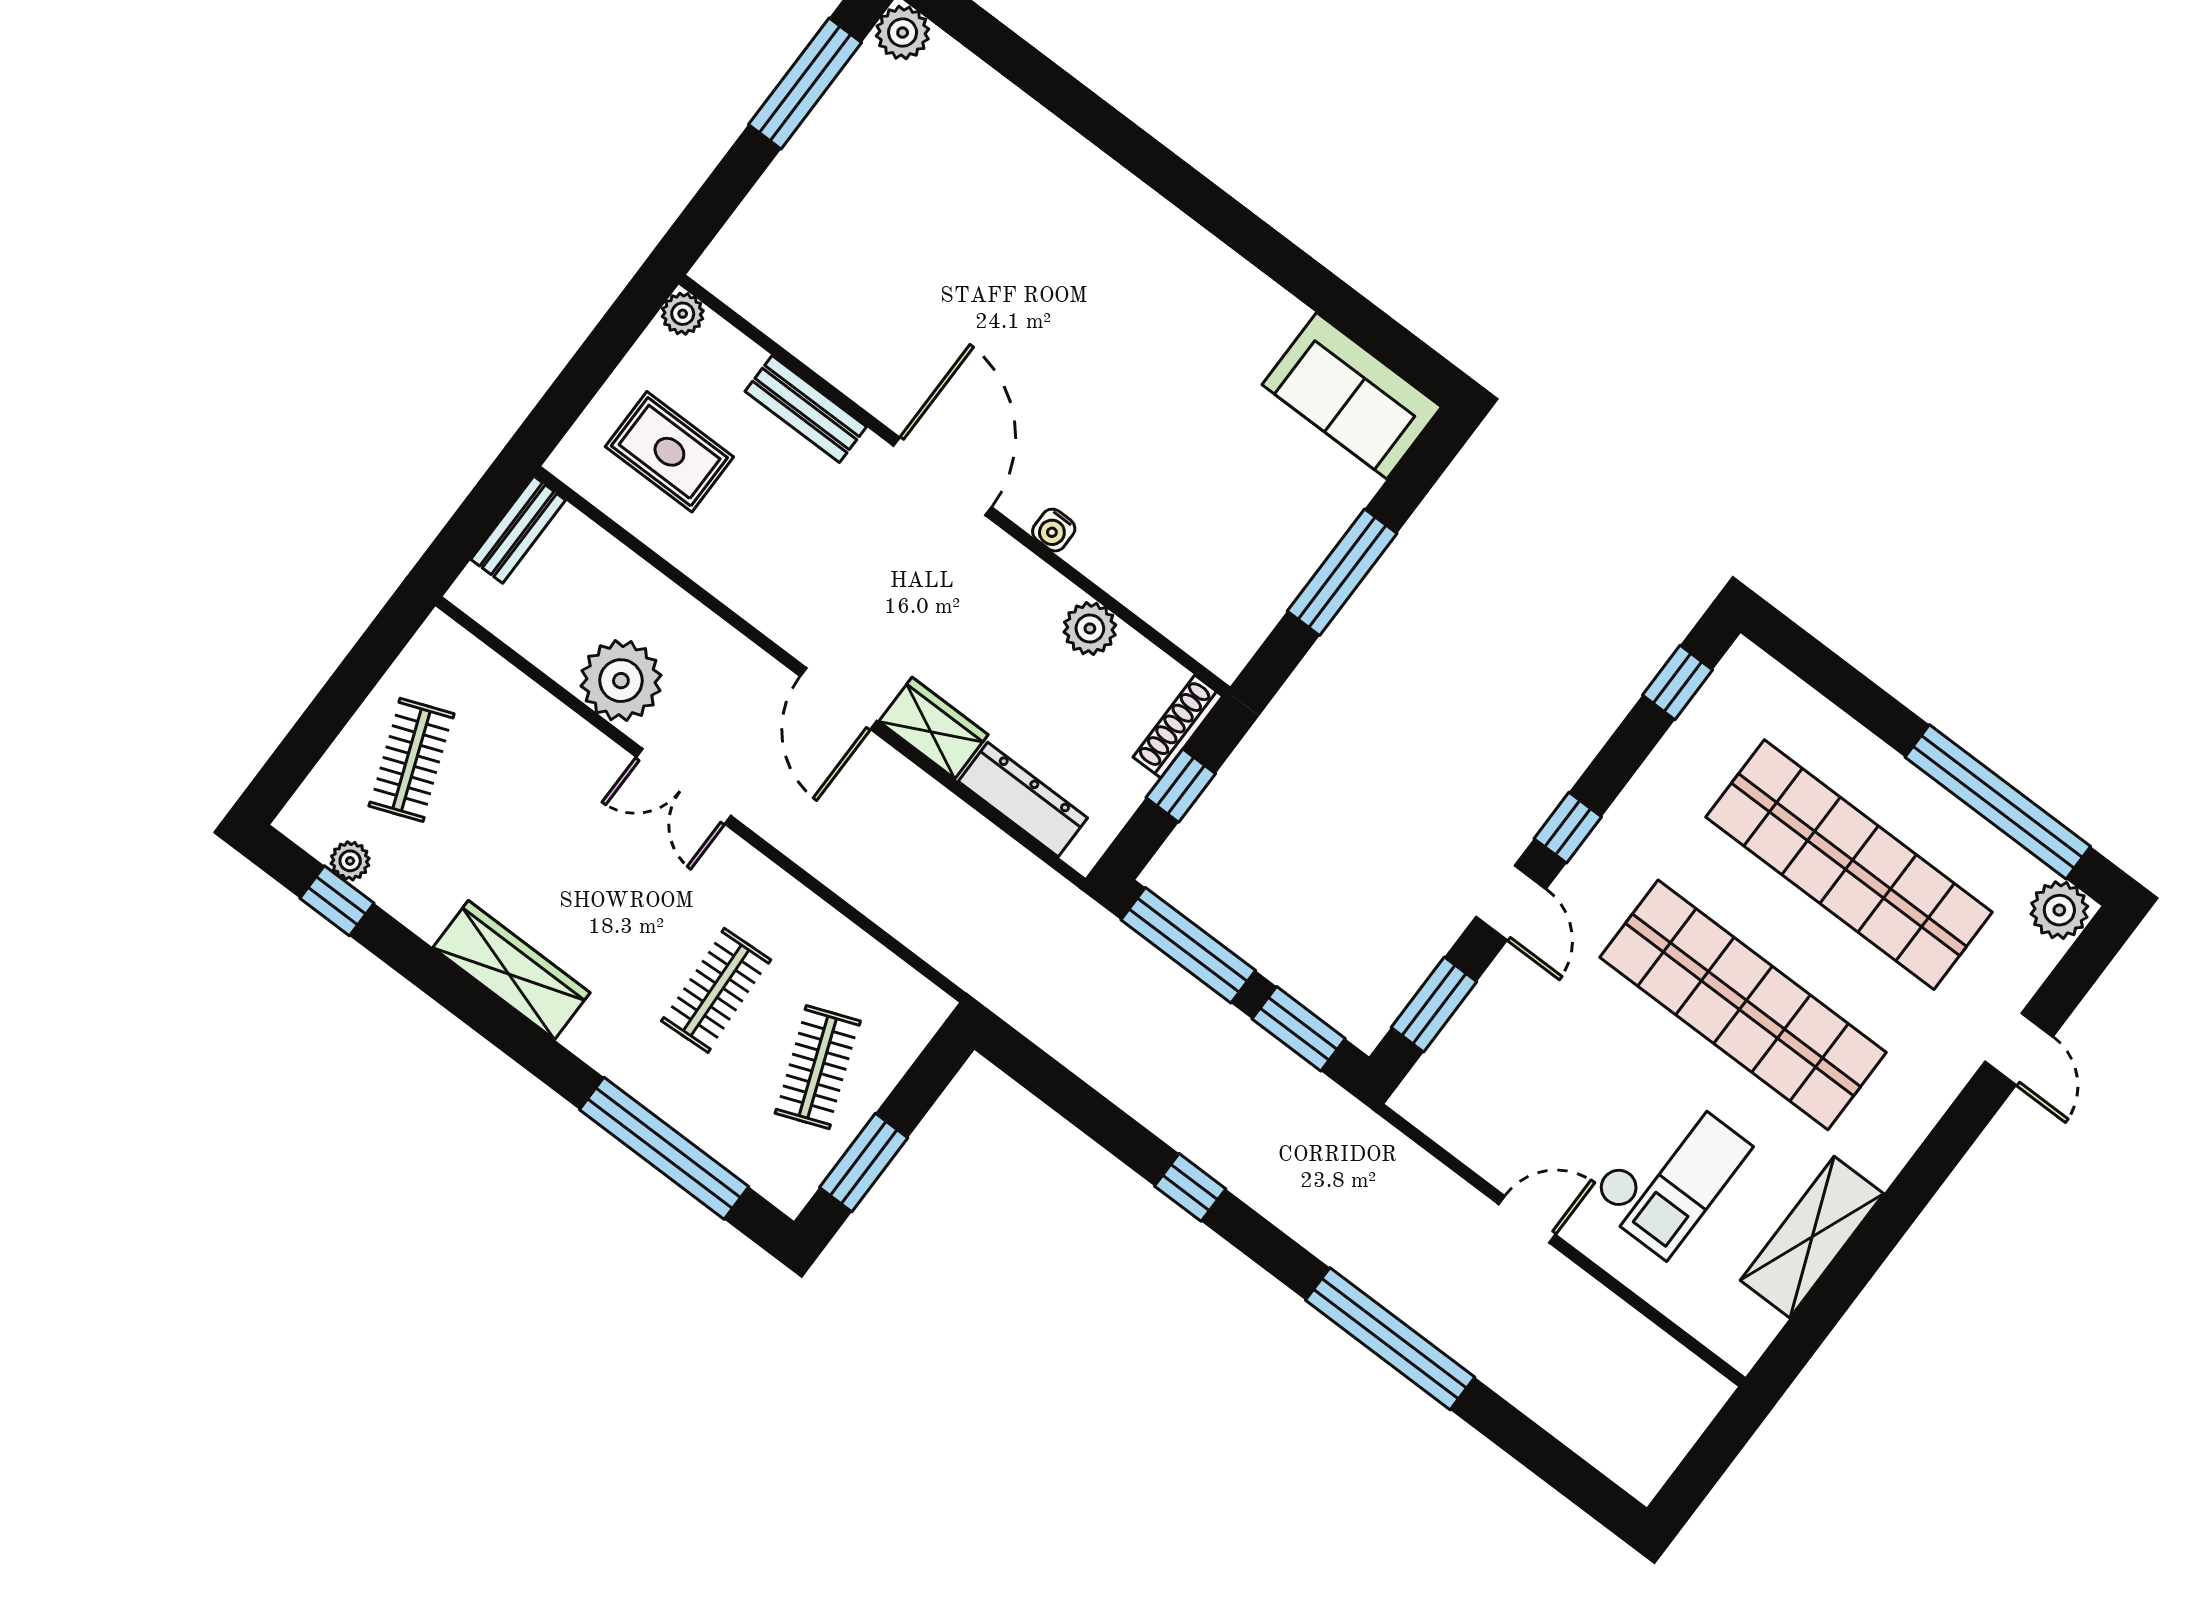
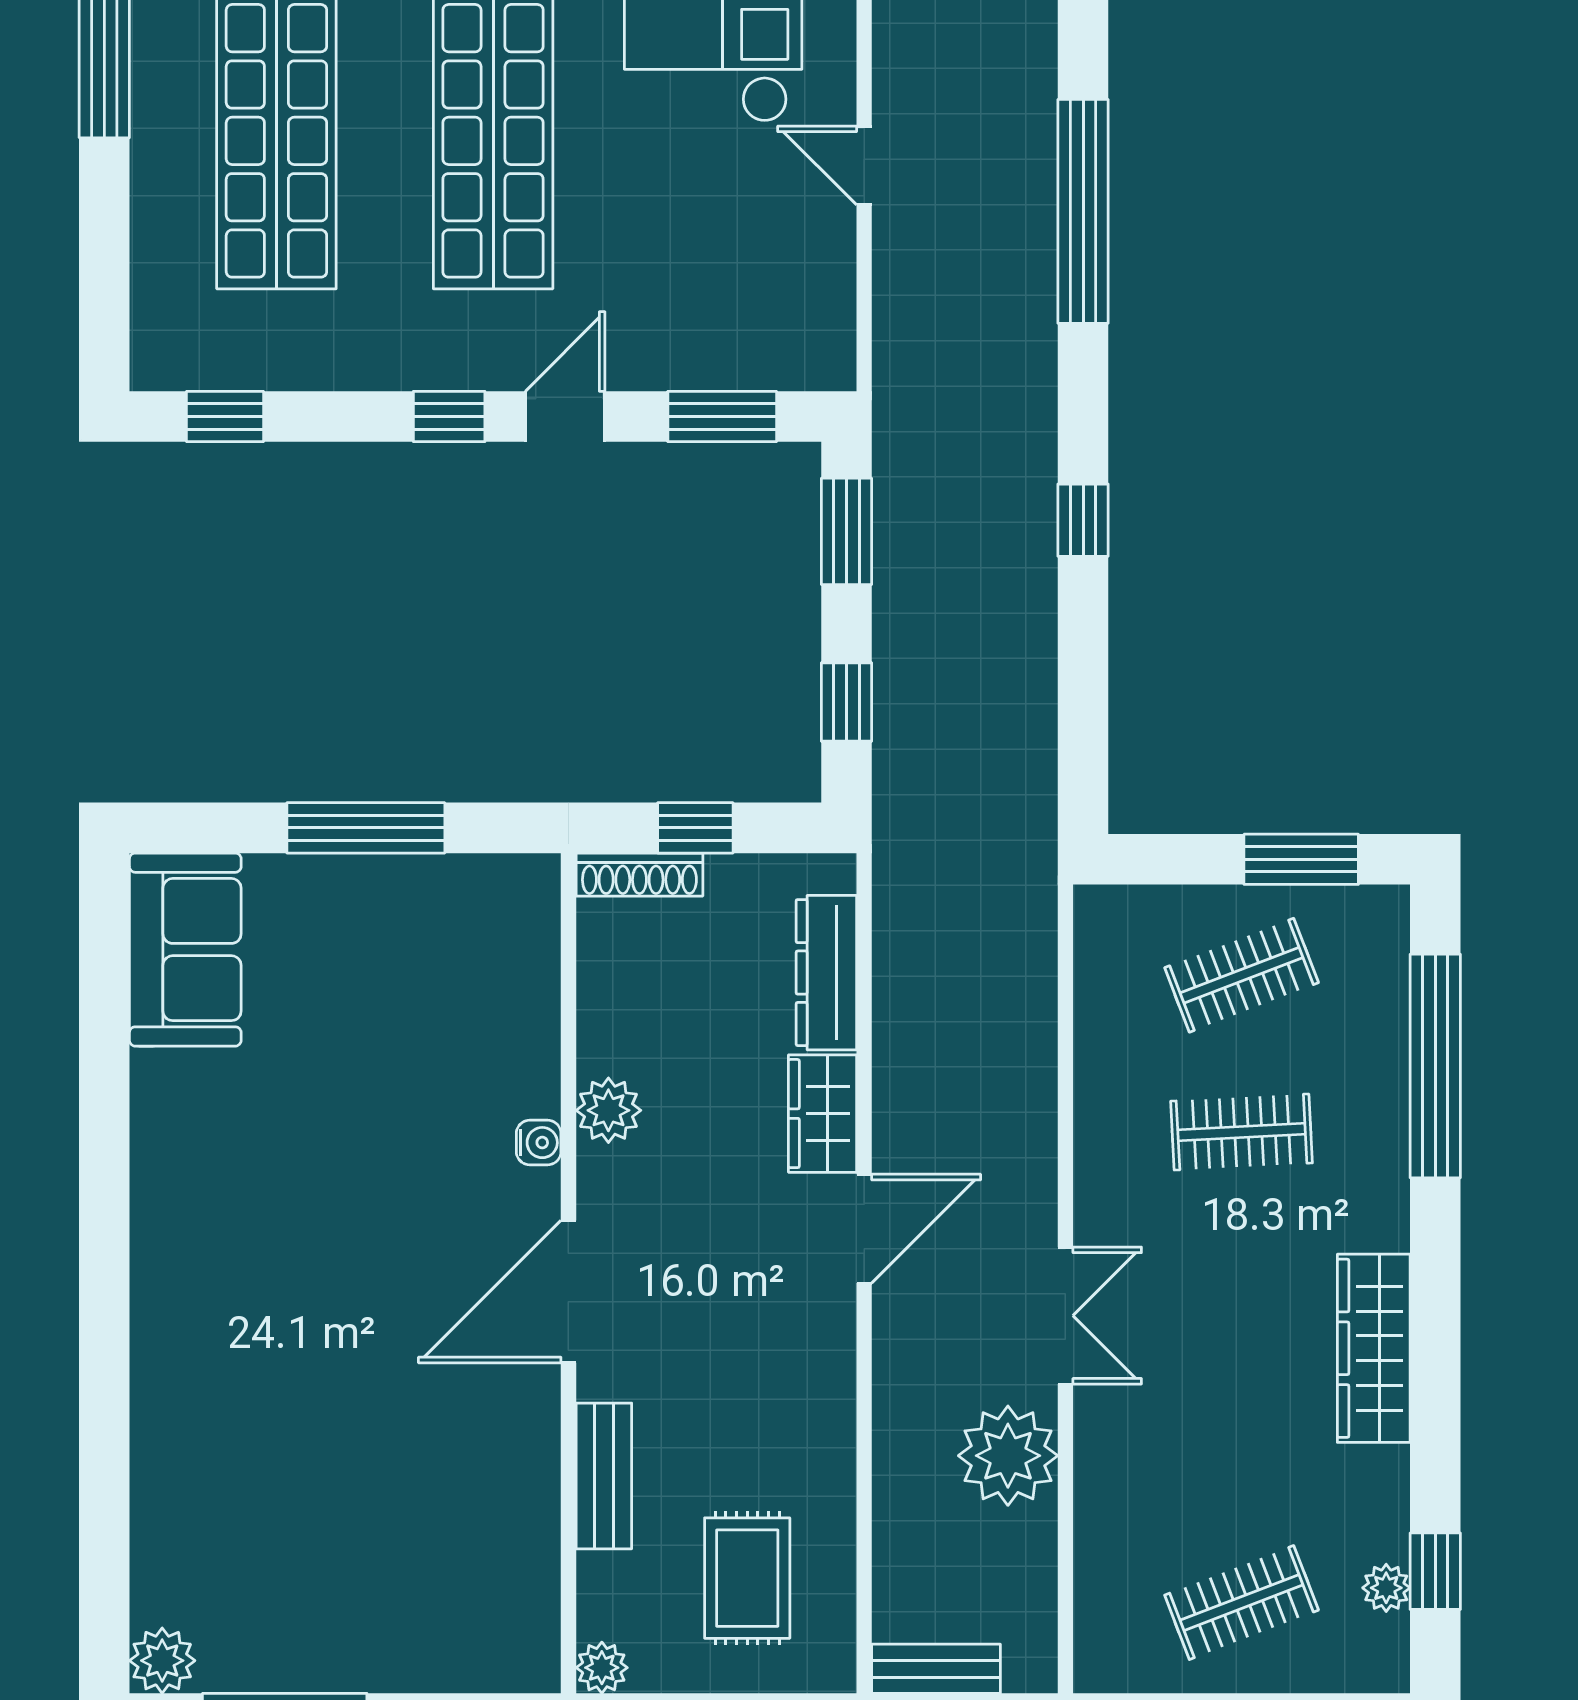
plant: (1090, 628) -> (608, 1110), moved
window: (1188, 945) -> (847, 702), width x0.46

